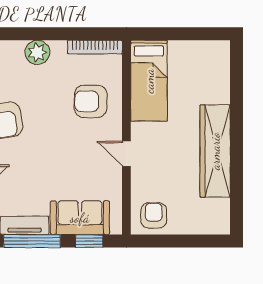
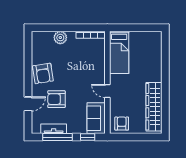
armchair: (91, 101) -> (56, 99), moved
wardrobe: (215, 151) -> (154, 107), moved
sofa: (80, 218) -> (96, 118), moved, turned -90

